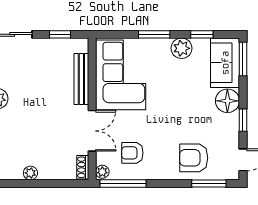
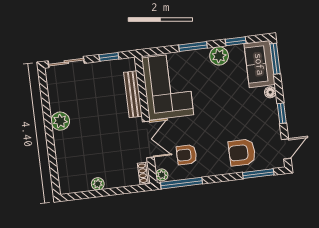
floor lamp: (227, 101) -> (270, 92), width x0.53, depth x0.53

